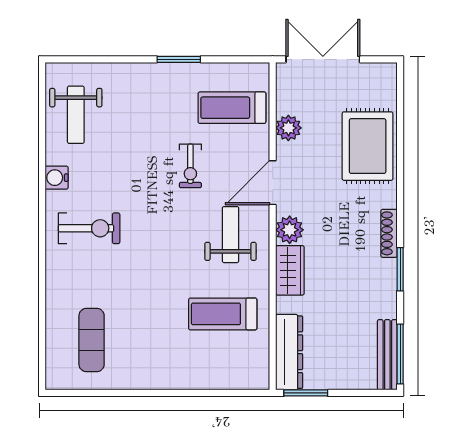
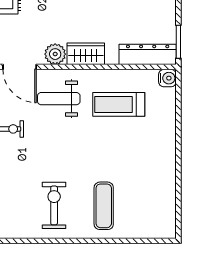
water cooler: (57, 178) -> (167, 78), moved, turned -90
treadmill: (223, 314) -> (119, 104), turned 90
exercise mat: (92, 340) -> (104, 206), moved, turned 90

